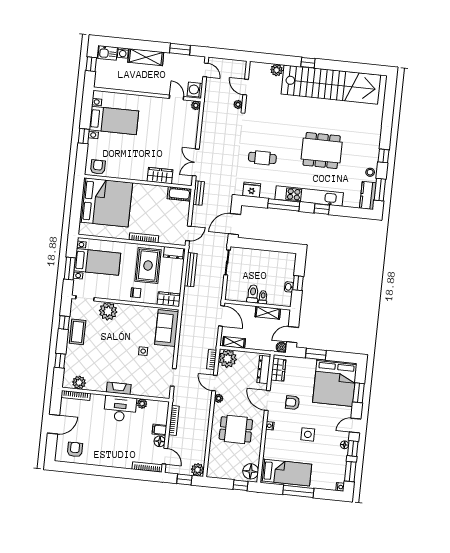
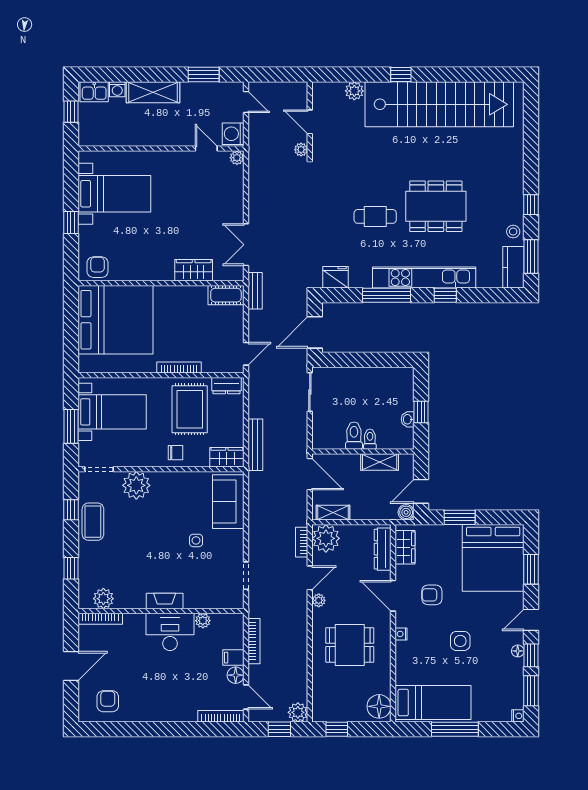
cafe table: (262, 158) -> (375, 216), moved
bench: (191, 270) -> (255, 445), moved
door: (214, 383) -> (310, 578), swing flipped
window: (241, 485) -> (337, 729), moved

